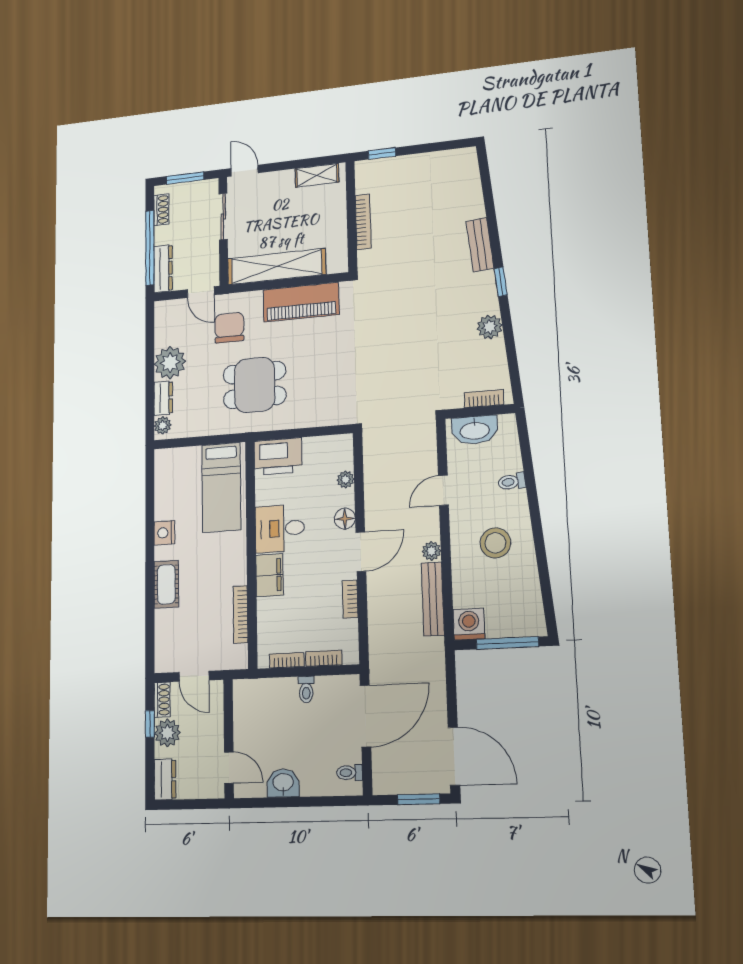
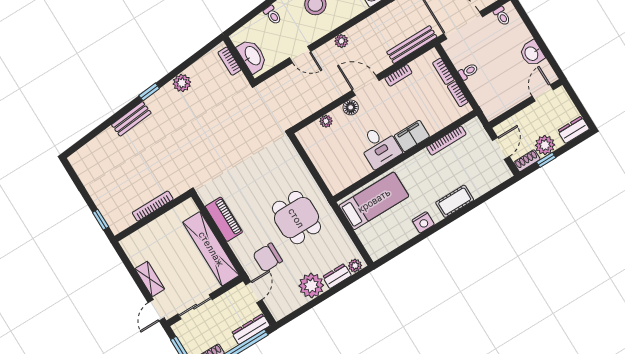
shelving: (317, 175) -> (150, 279), moved
piano: (301, 302) -> (224, 219), width x0.73, depth x0.75
printer: (278, 456) -> (334, 174), removed
bench: (433, 599) -> (412, 45), moved

